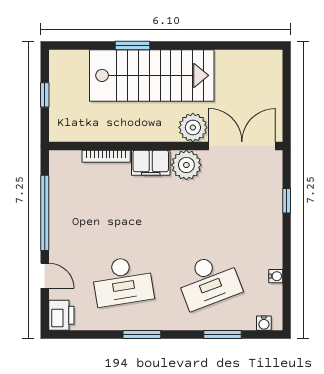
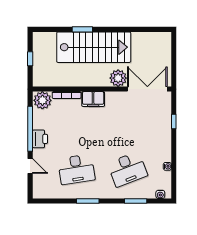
plant: (186, 165) -> (42, 100), moved
printer: (61, 315) -> (40, 139), moved

